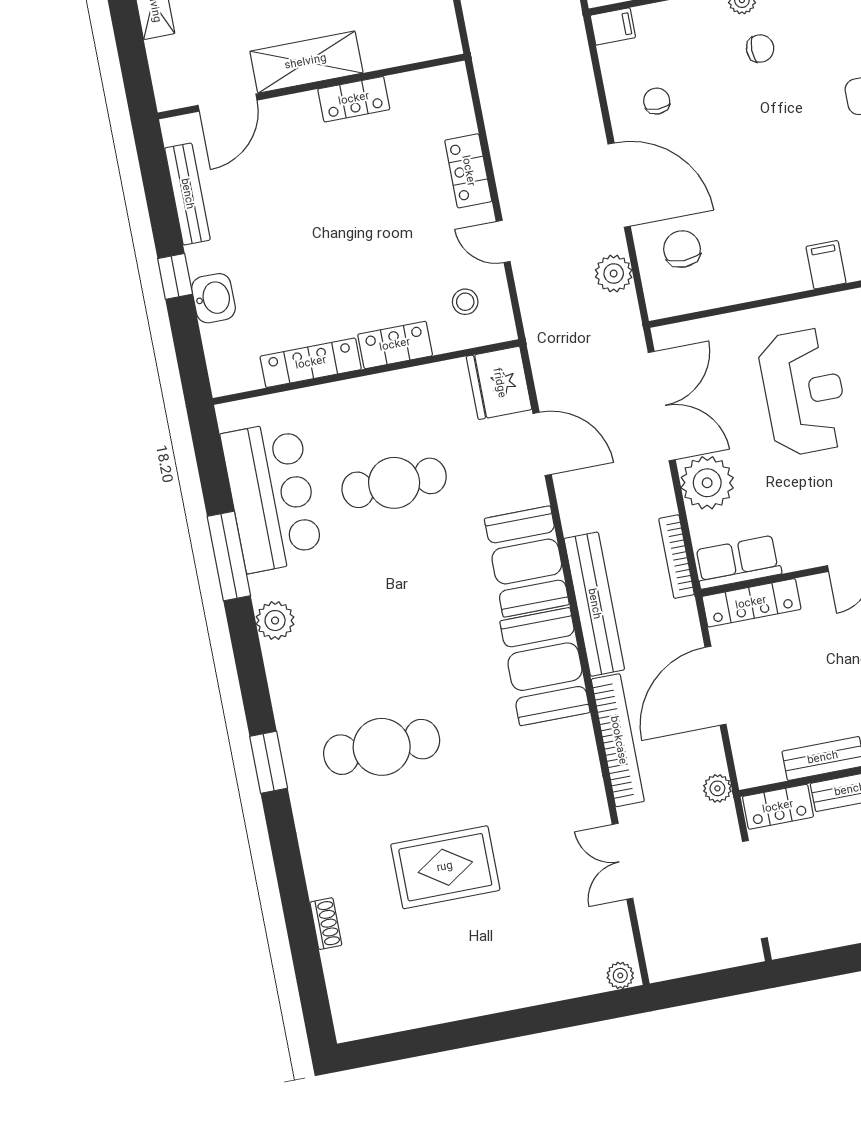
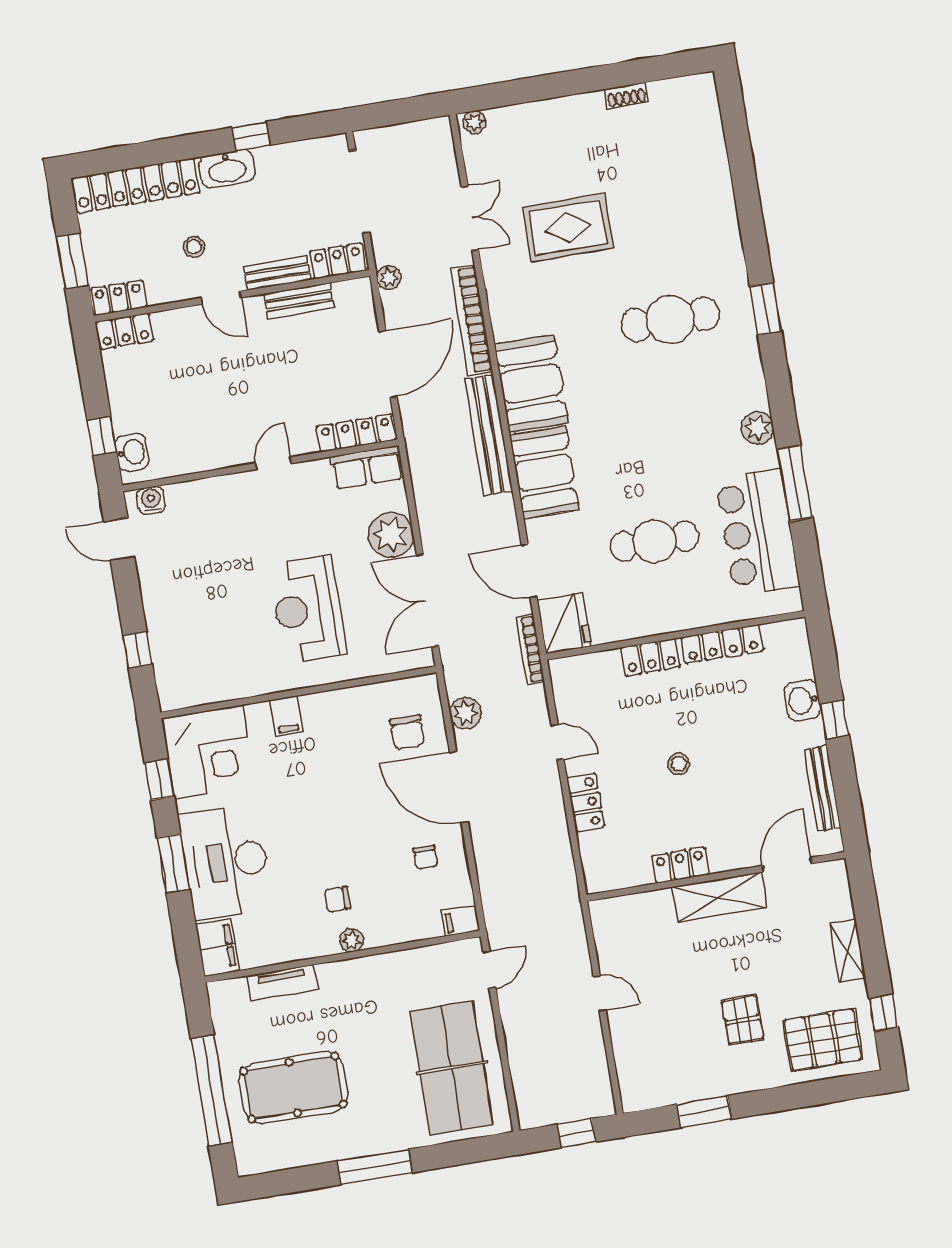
stool: (465, 302) -> (679, 764), moved
bookcase: (677, 557) -> (530, 649), moved, turned 180
rug: (445, 867) -> (568, 228), moved
shoe rack: (326, 924) -> (626, 95), moved, turned -90

